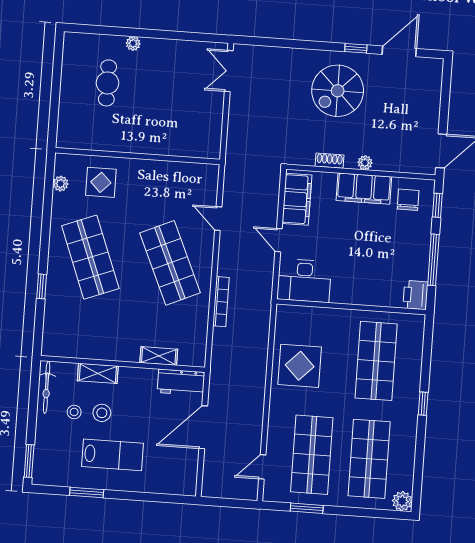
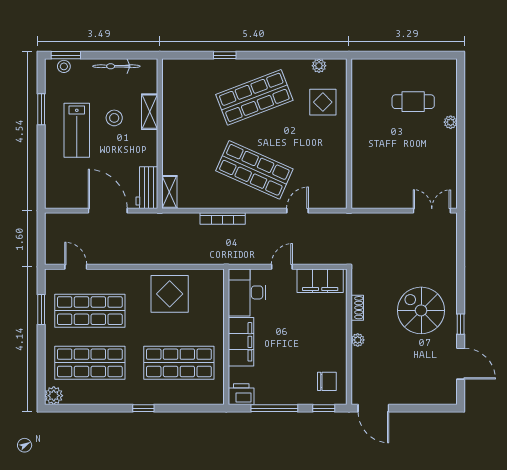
filing cabinet: (364, 189) -> (241, 342), moved, turned 180
shop shelf: (170, 263) -> (254, 170), turned 48
shelving: (159, 356) -> (169, 192), moved
bicycle: (47, 387) -> (116, 66), moved
stool: (74, 412) -> (64, 66), moved

